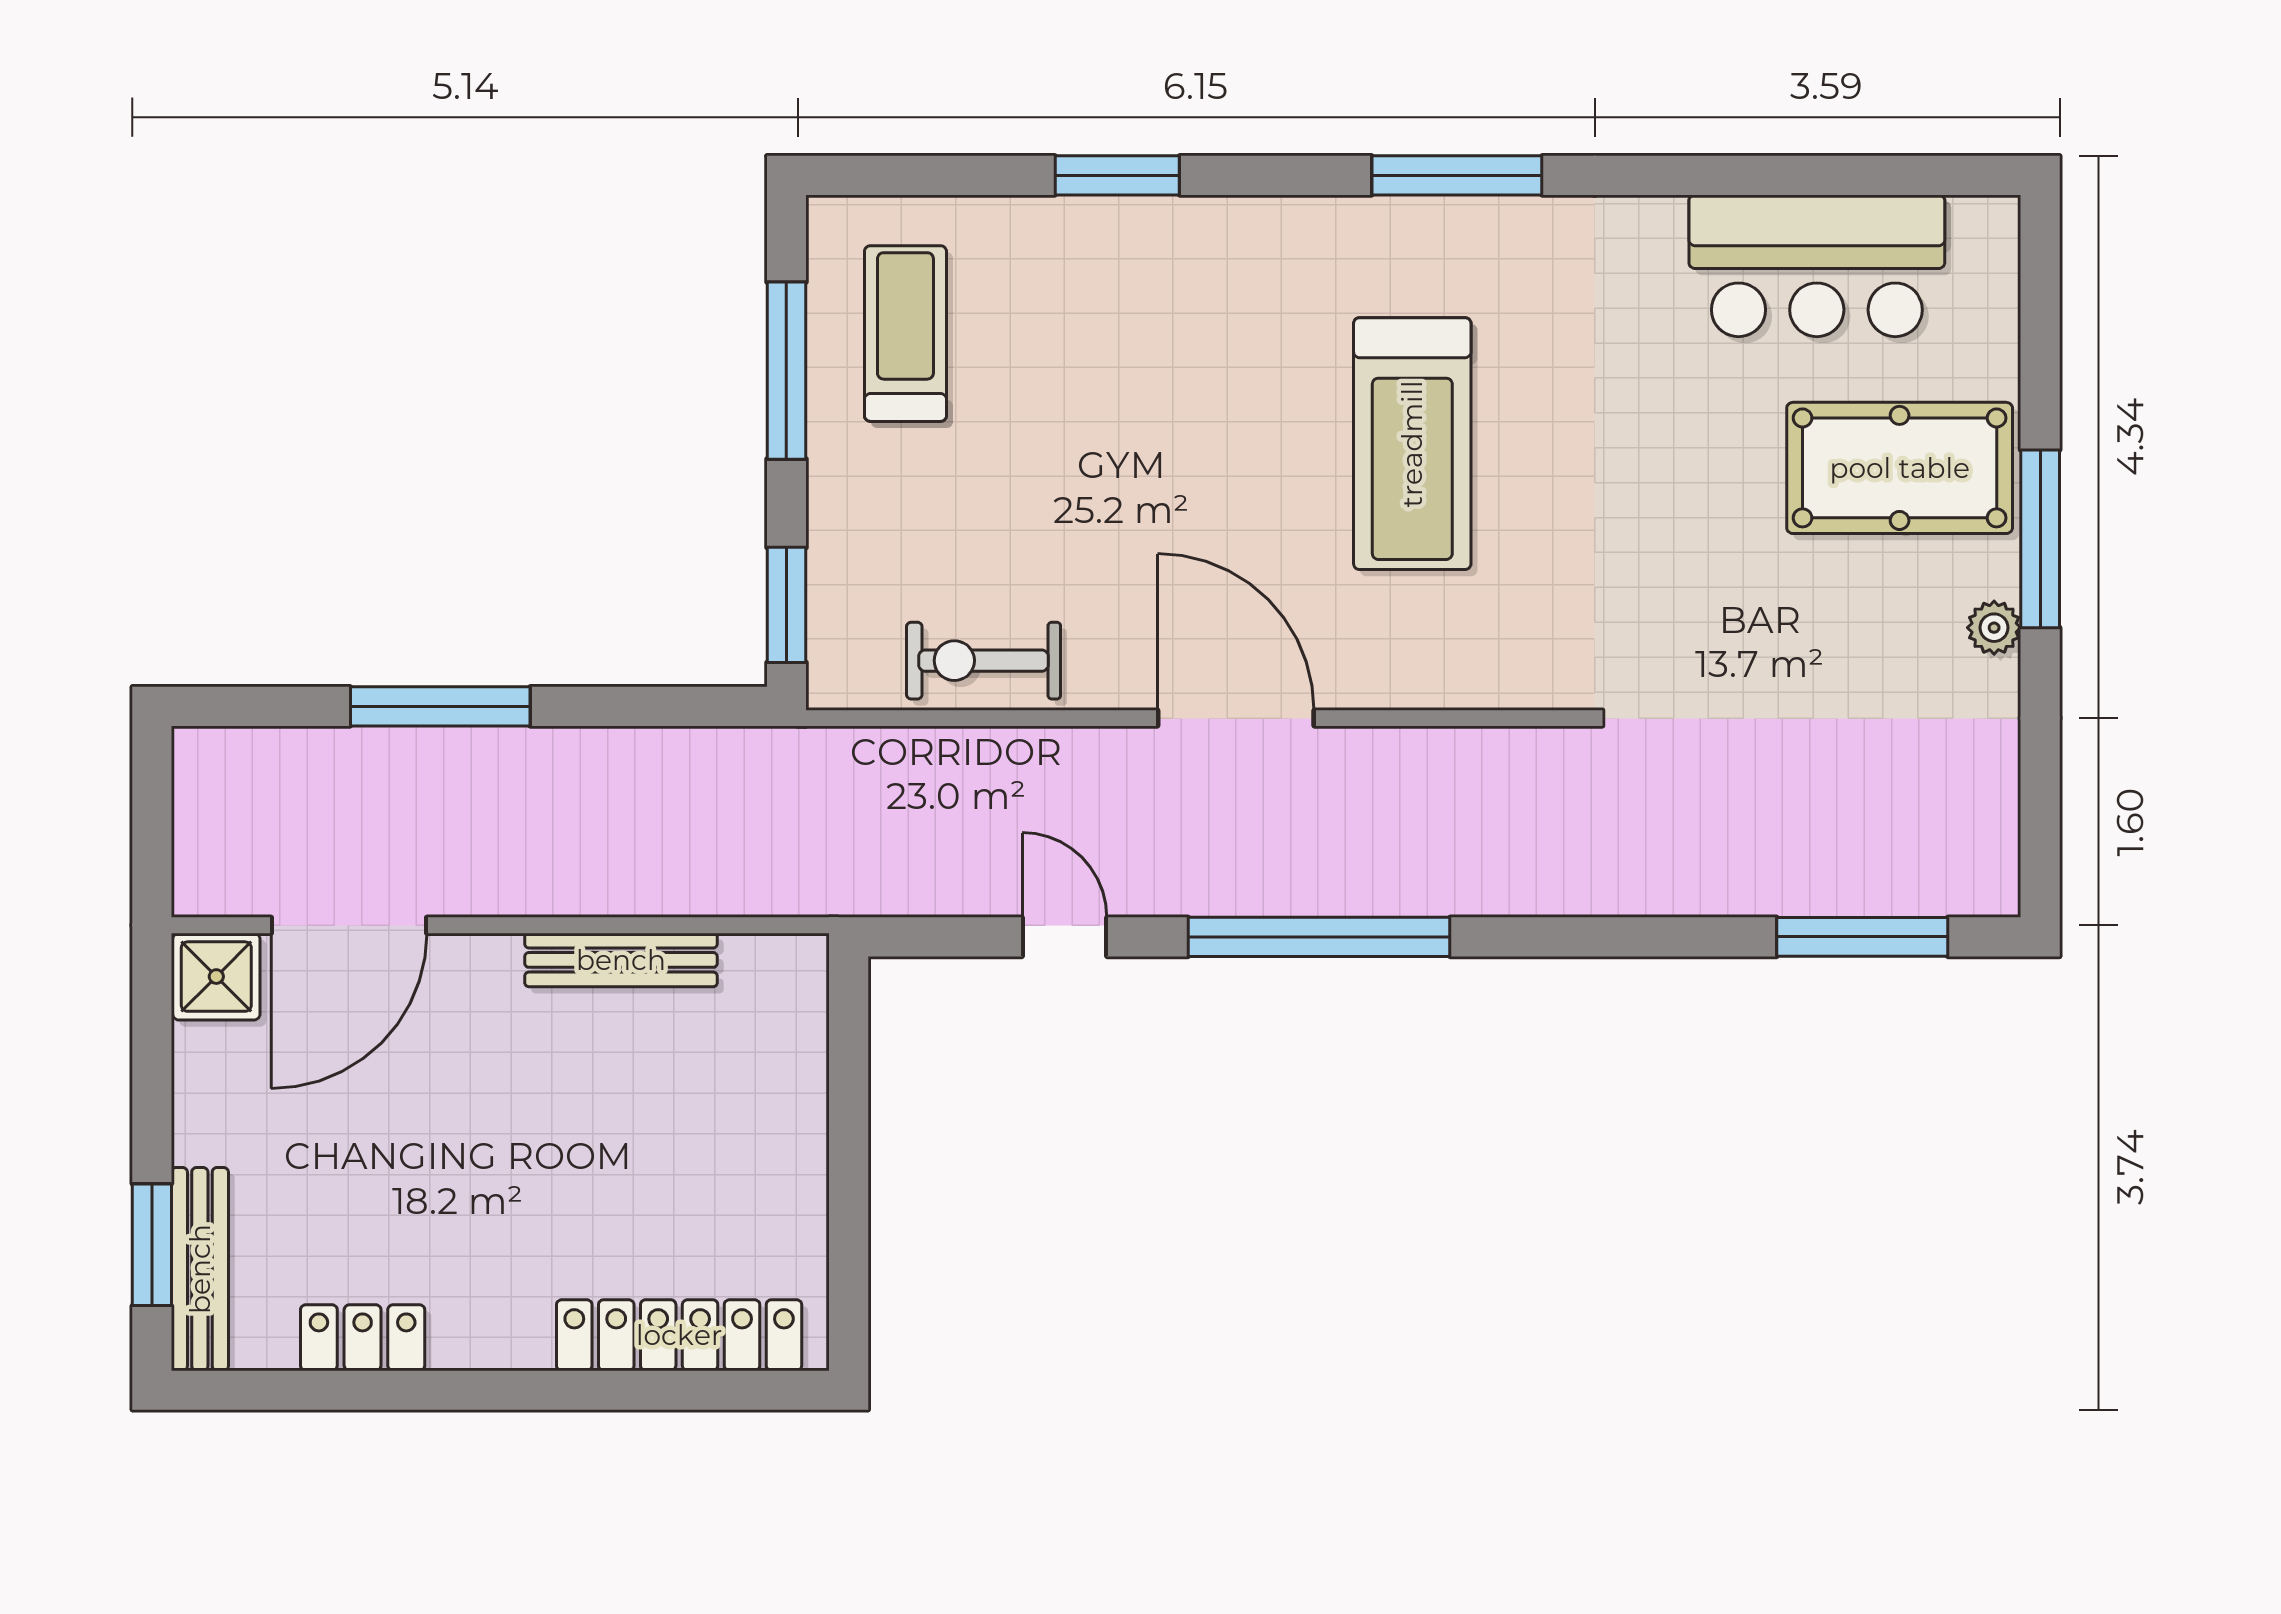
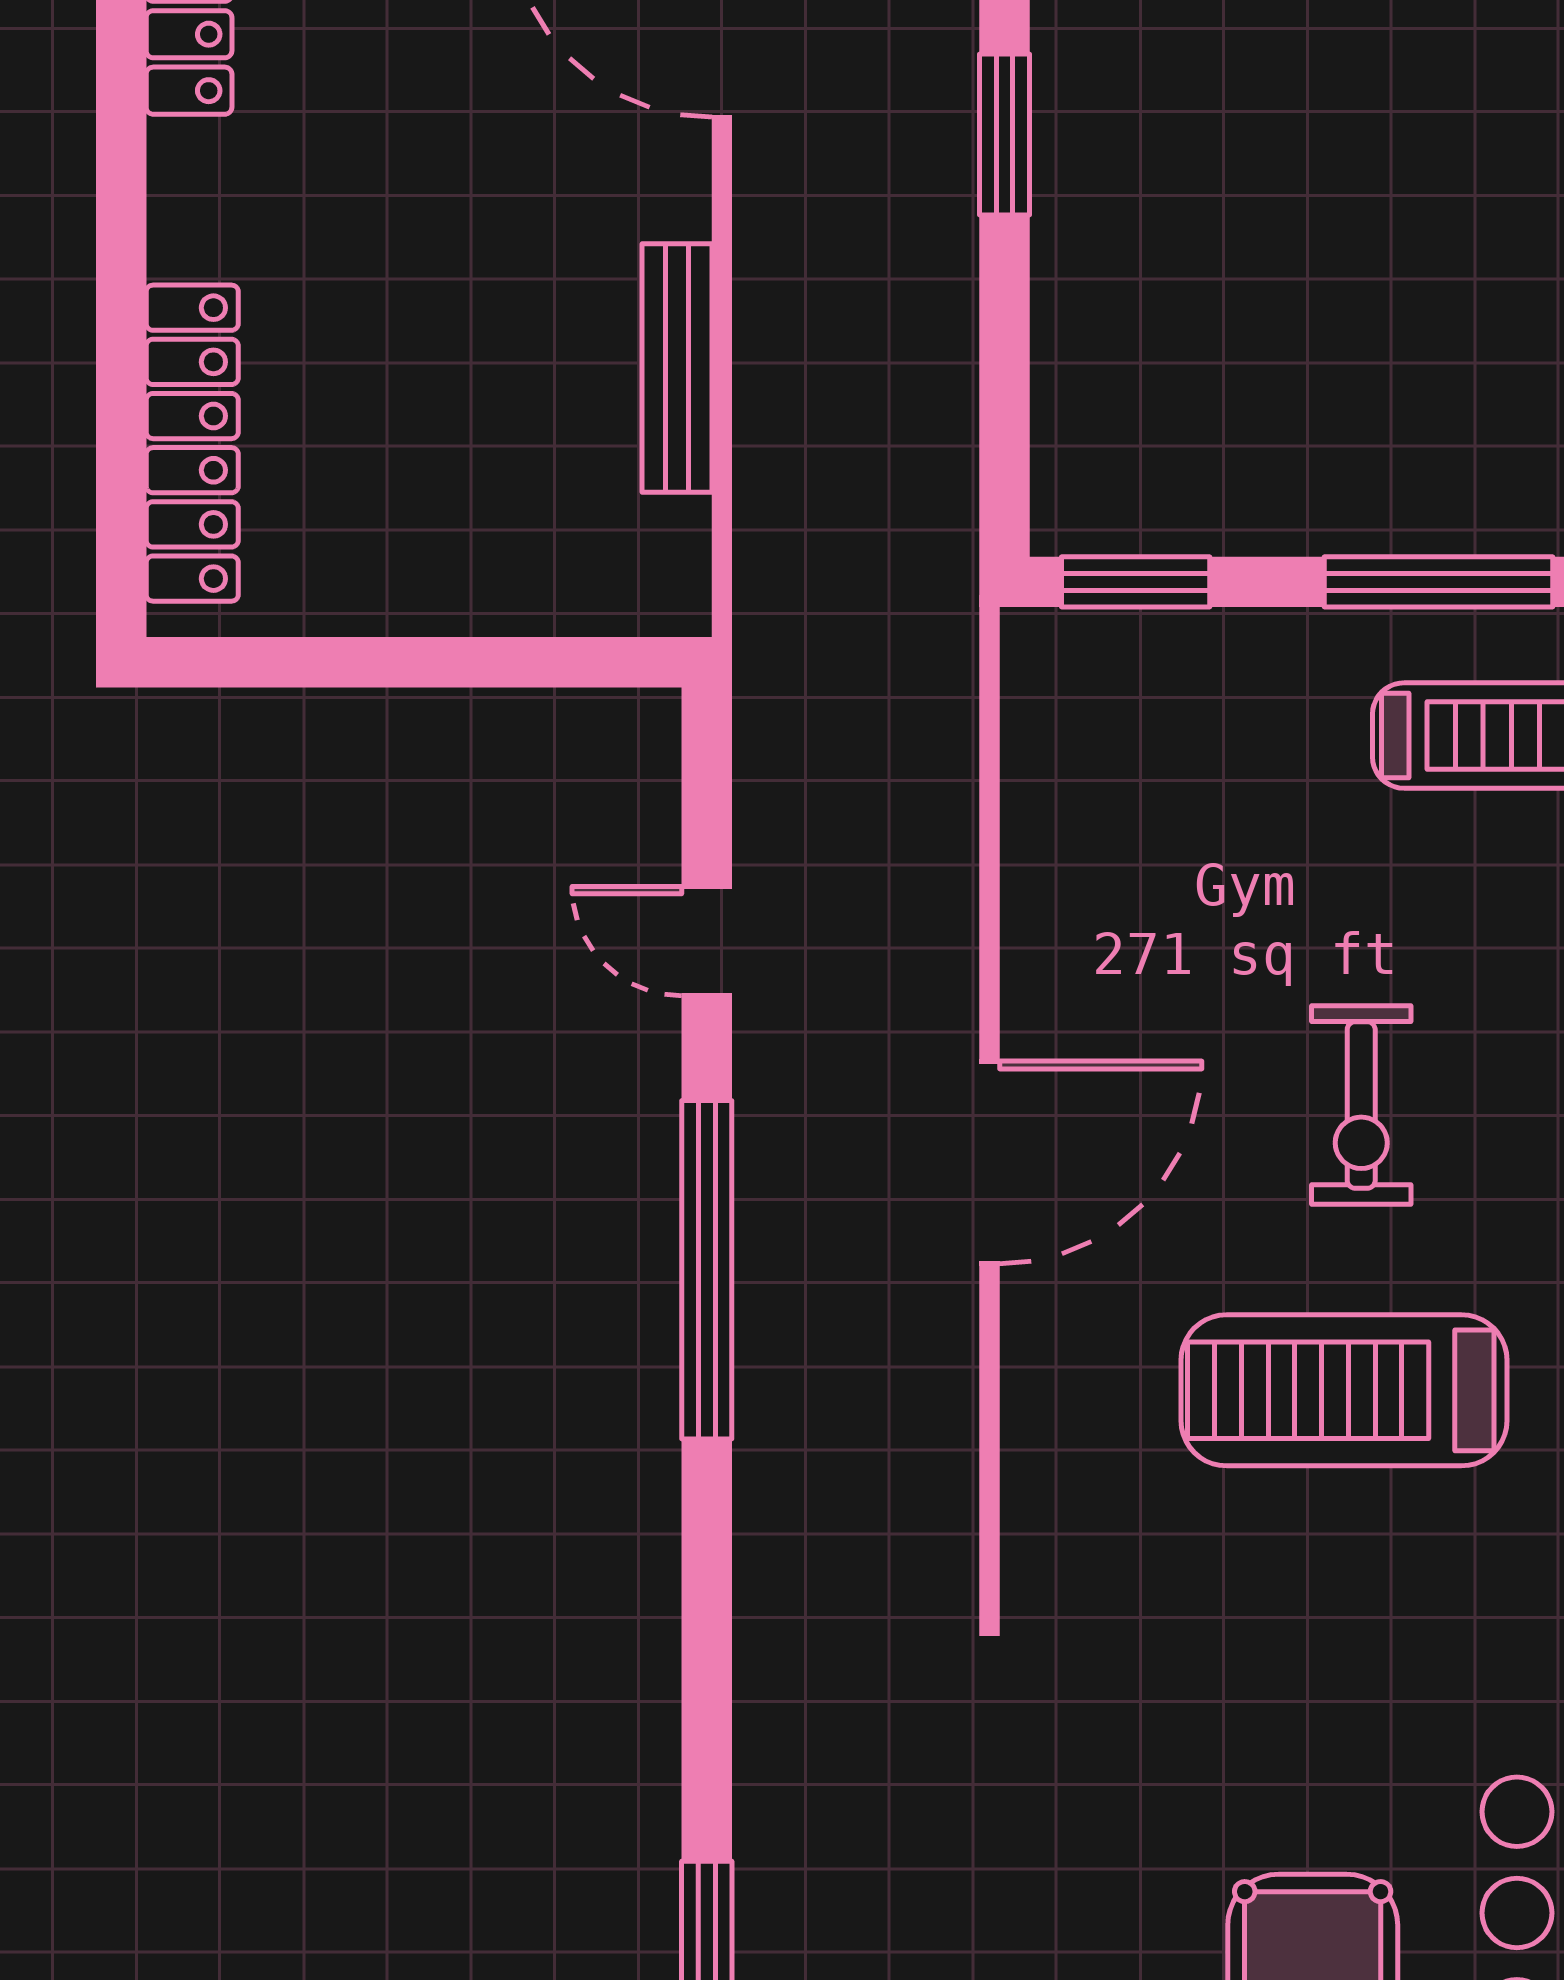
exercise bike: (984, 661) -> (1361, 1105), moved, turned 180
window: (440, 706) -> (1005, 135), width x0.69
door: (1065, 937) -> (707, 941), swing flipped

